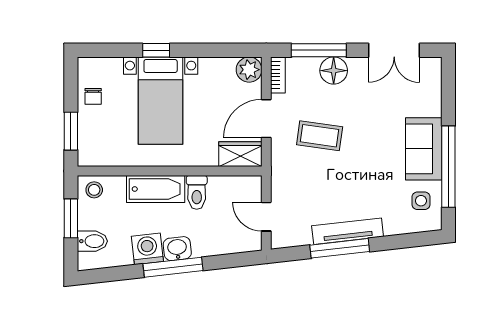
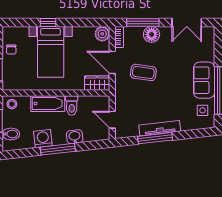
door: (266, 119) -> (112, 62), hinge flipped
washbasin: (177, 249) -> (75, 137), moved

